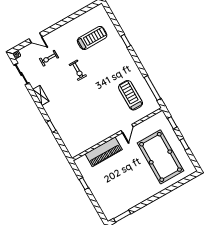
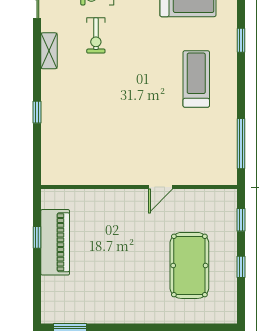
exercise bike: (78, 70) -> (96, 35), moved
treadmill: (131, 95) -> (196, 79), moved
piano: (104, 152) -> (55, 242), moved, turned -90
pool table: (161, 157) -> (189, 265), width x0.73, depth x0.76

